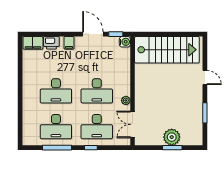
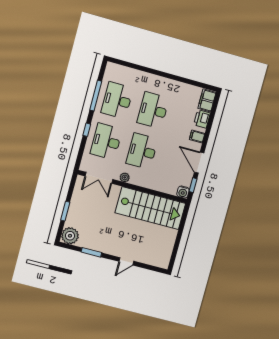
door: (93, 34) -> (199, 163), swing flipped
stairs: (167, 50) -> (150, 208), moved, turned -90
double door: (133, 124) -> (99, 178), swing flipped
plant: (172, 137) -> (70, 236), moved

